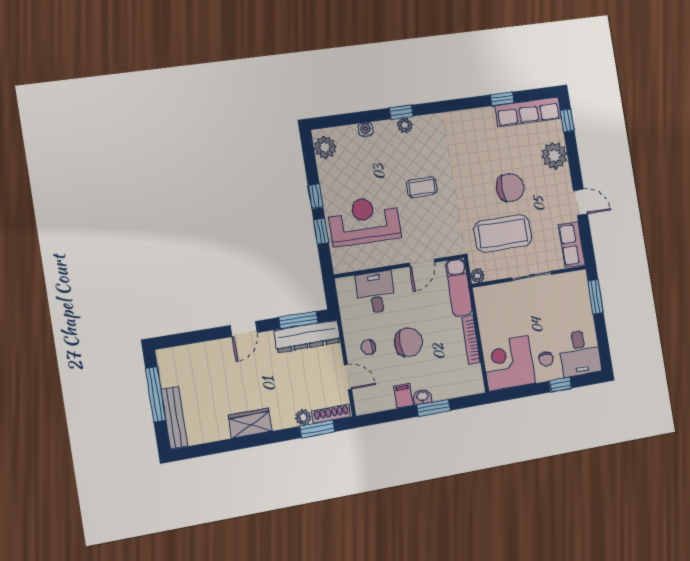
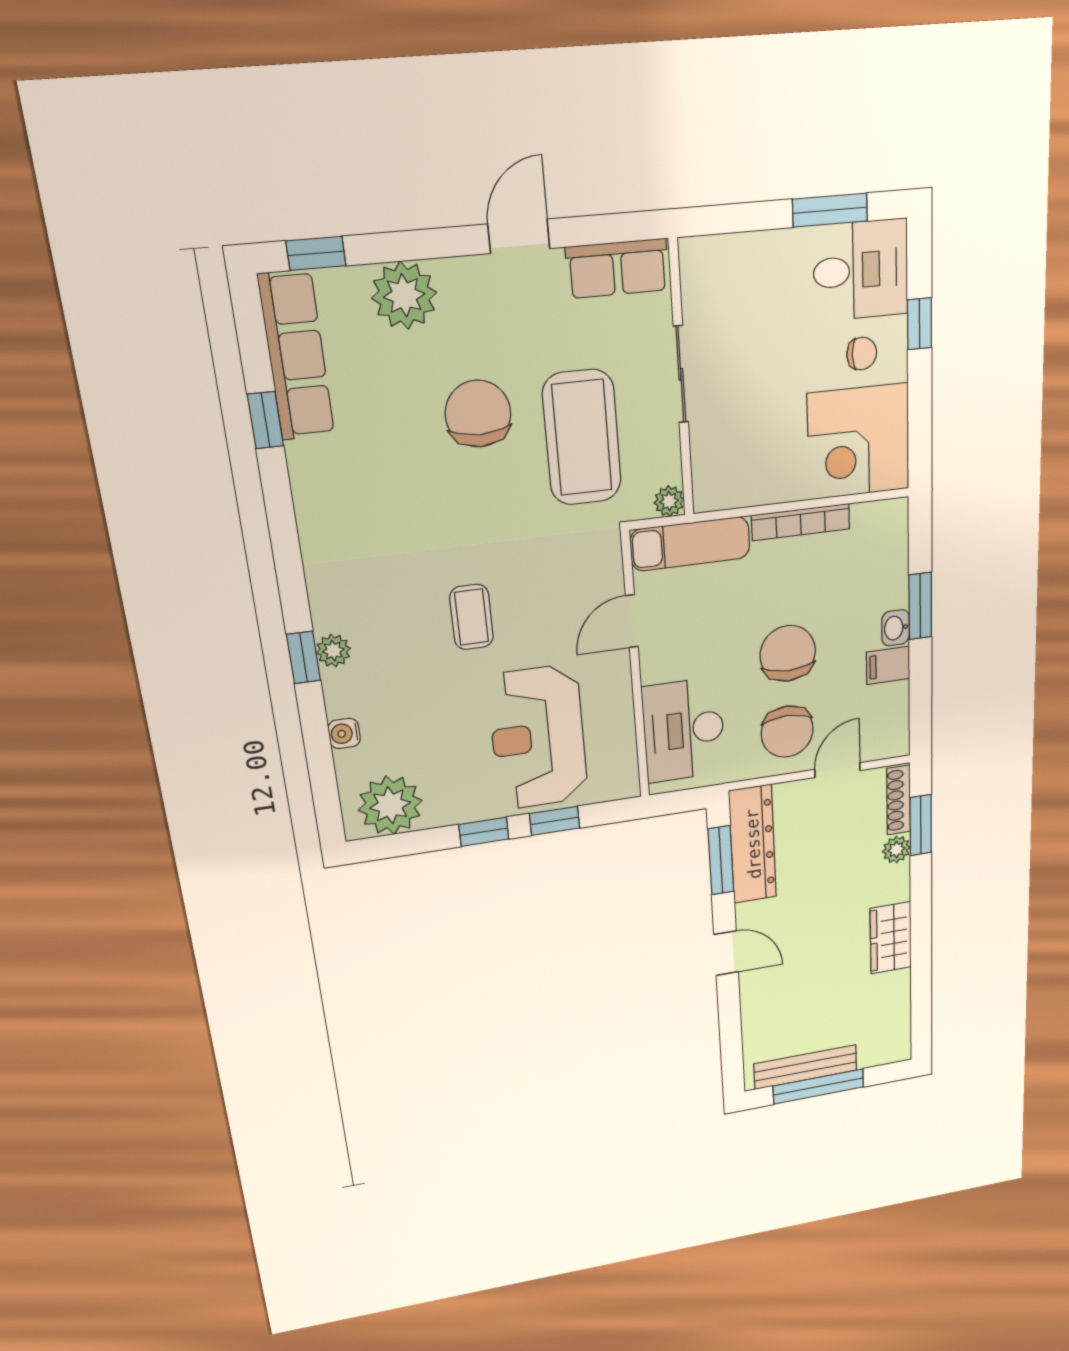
plant: (325, 147) -> (390, 805), width x1.36, depth x1.36
door: (422, 263) -> (632, 621), swing flipped
desk: (375, 292) -> (684, 730), width x1.37
window: (596, 297) -> (830, 210), moved
chair: (368, 347) -> (787, 732), width x1.87, depth x1.87
bench: (174, 418) -> (806, 1067), moved

